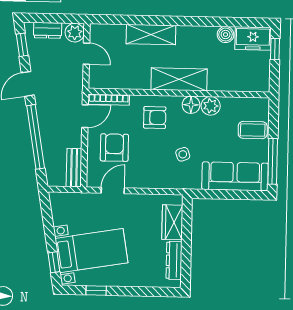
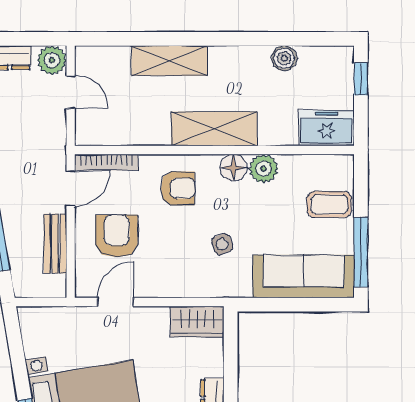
freezer: (253, 38) -> (327, 128), moved, turned 180
bench: (74, 168) -> (55, 244), moved
wardrobe: (172, 222) -> (197, 322), moved, turned -90

